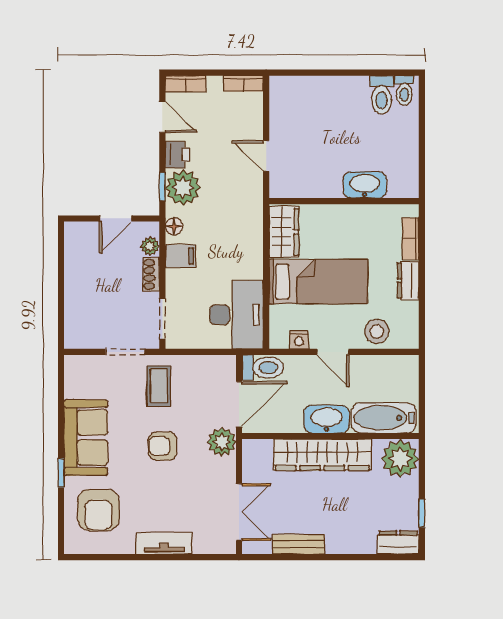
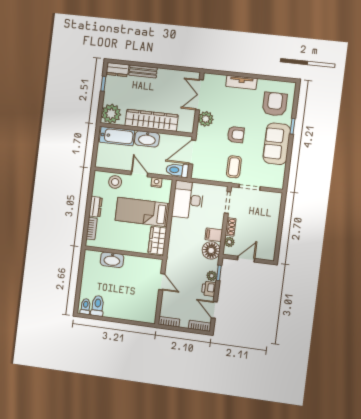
plant: (183, 188) -> (212, 276), width x0.53, depth x0.53
floor lamp: (174, 226) -> (211, 250), width x1.89, depth x1.89
plant: (222, 442) -> (206, 119), moved
bench: (298, 544) -> (143, 71), moved

